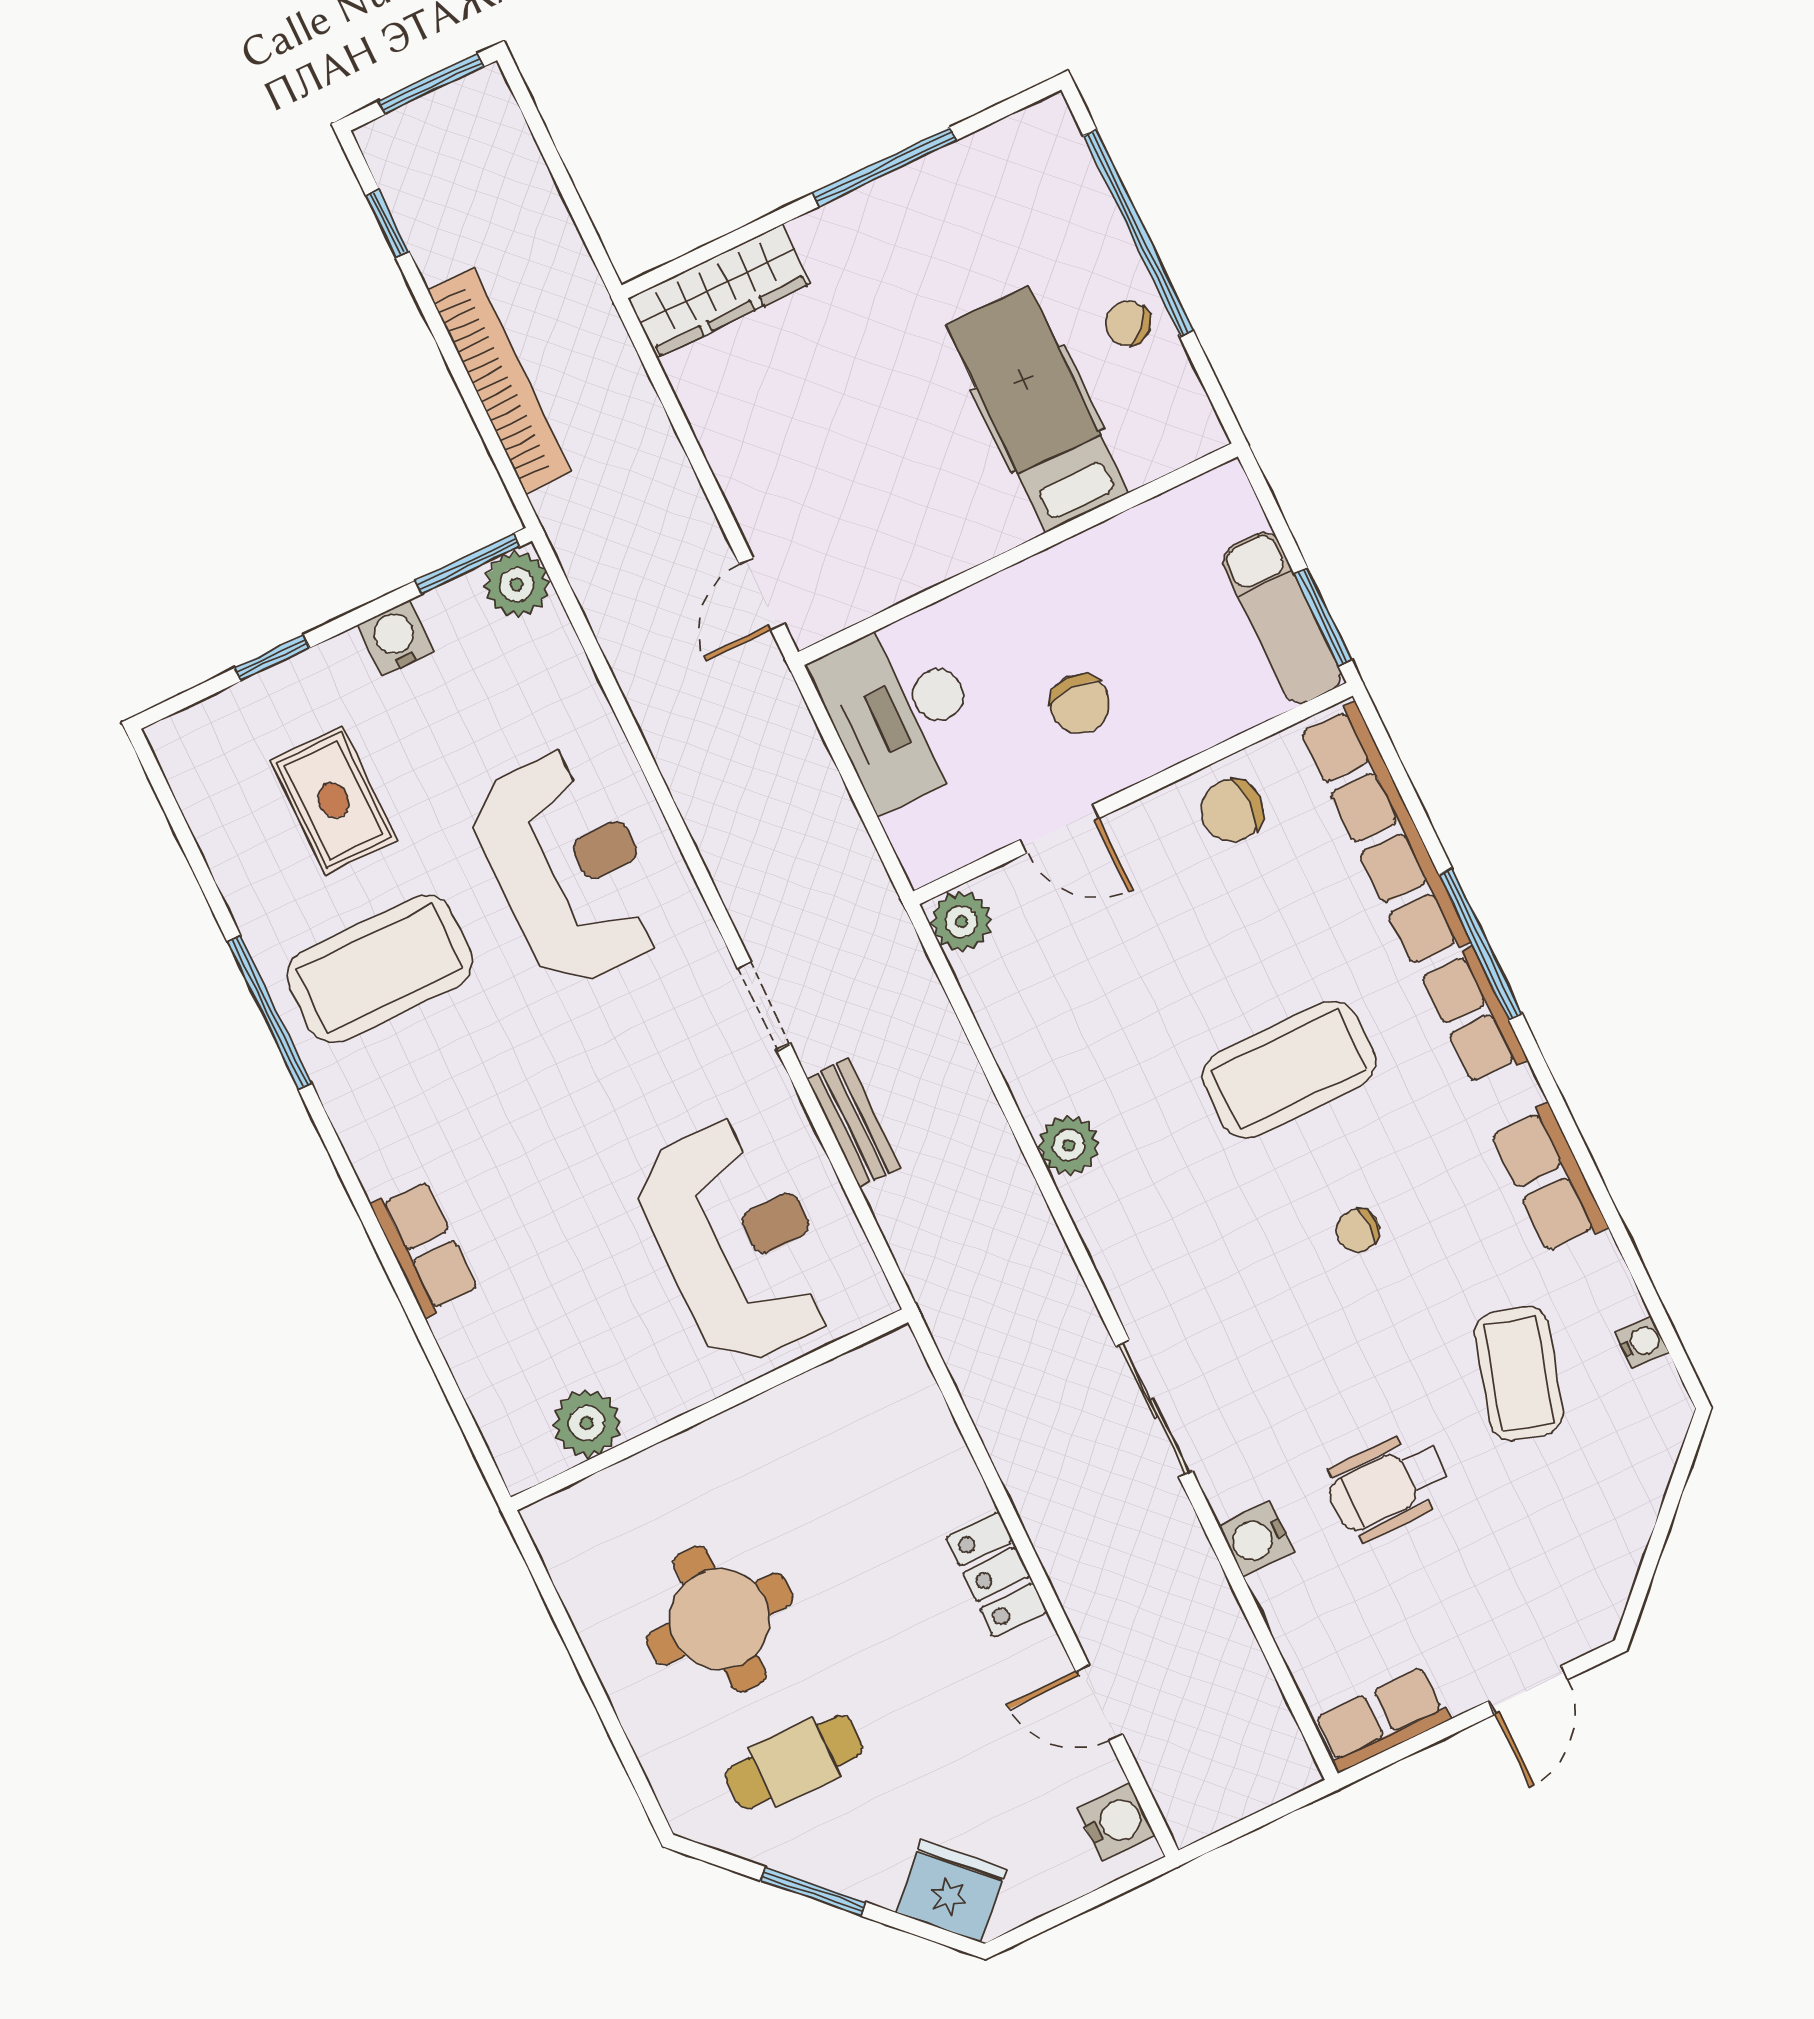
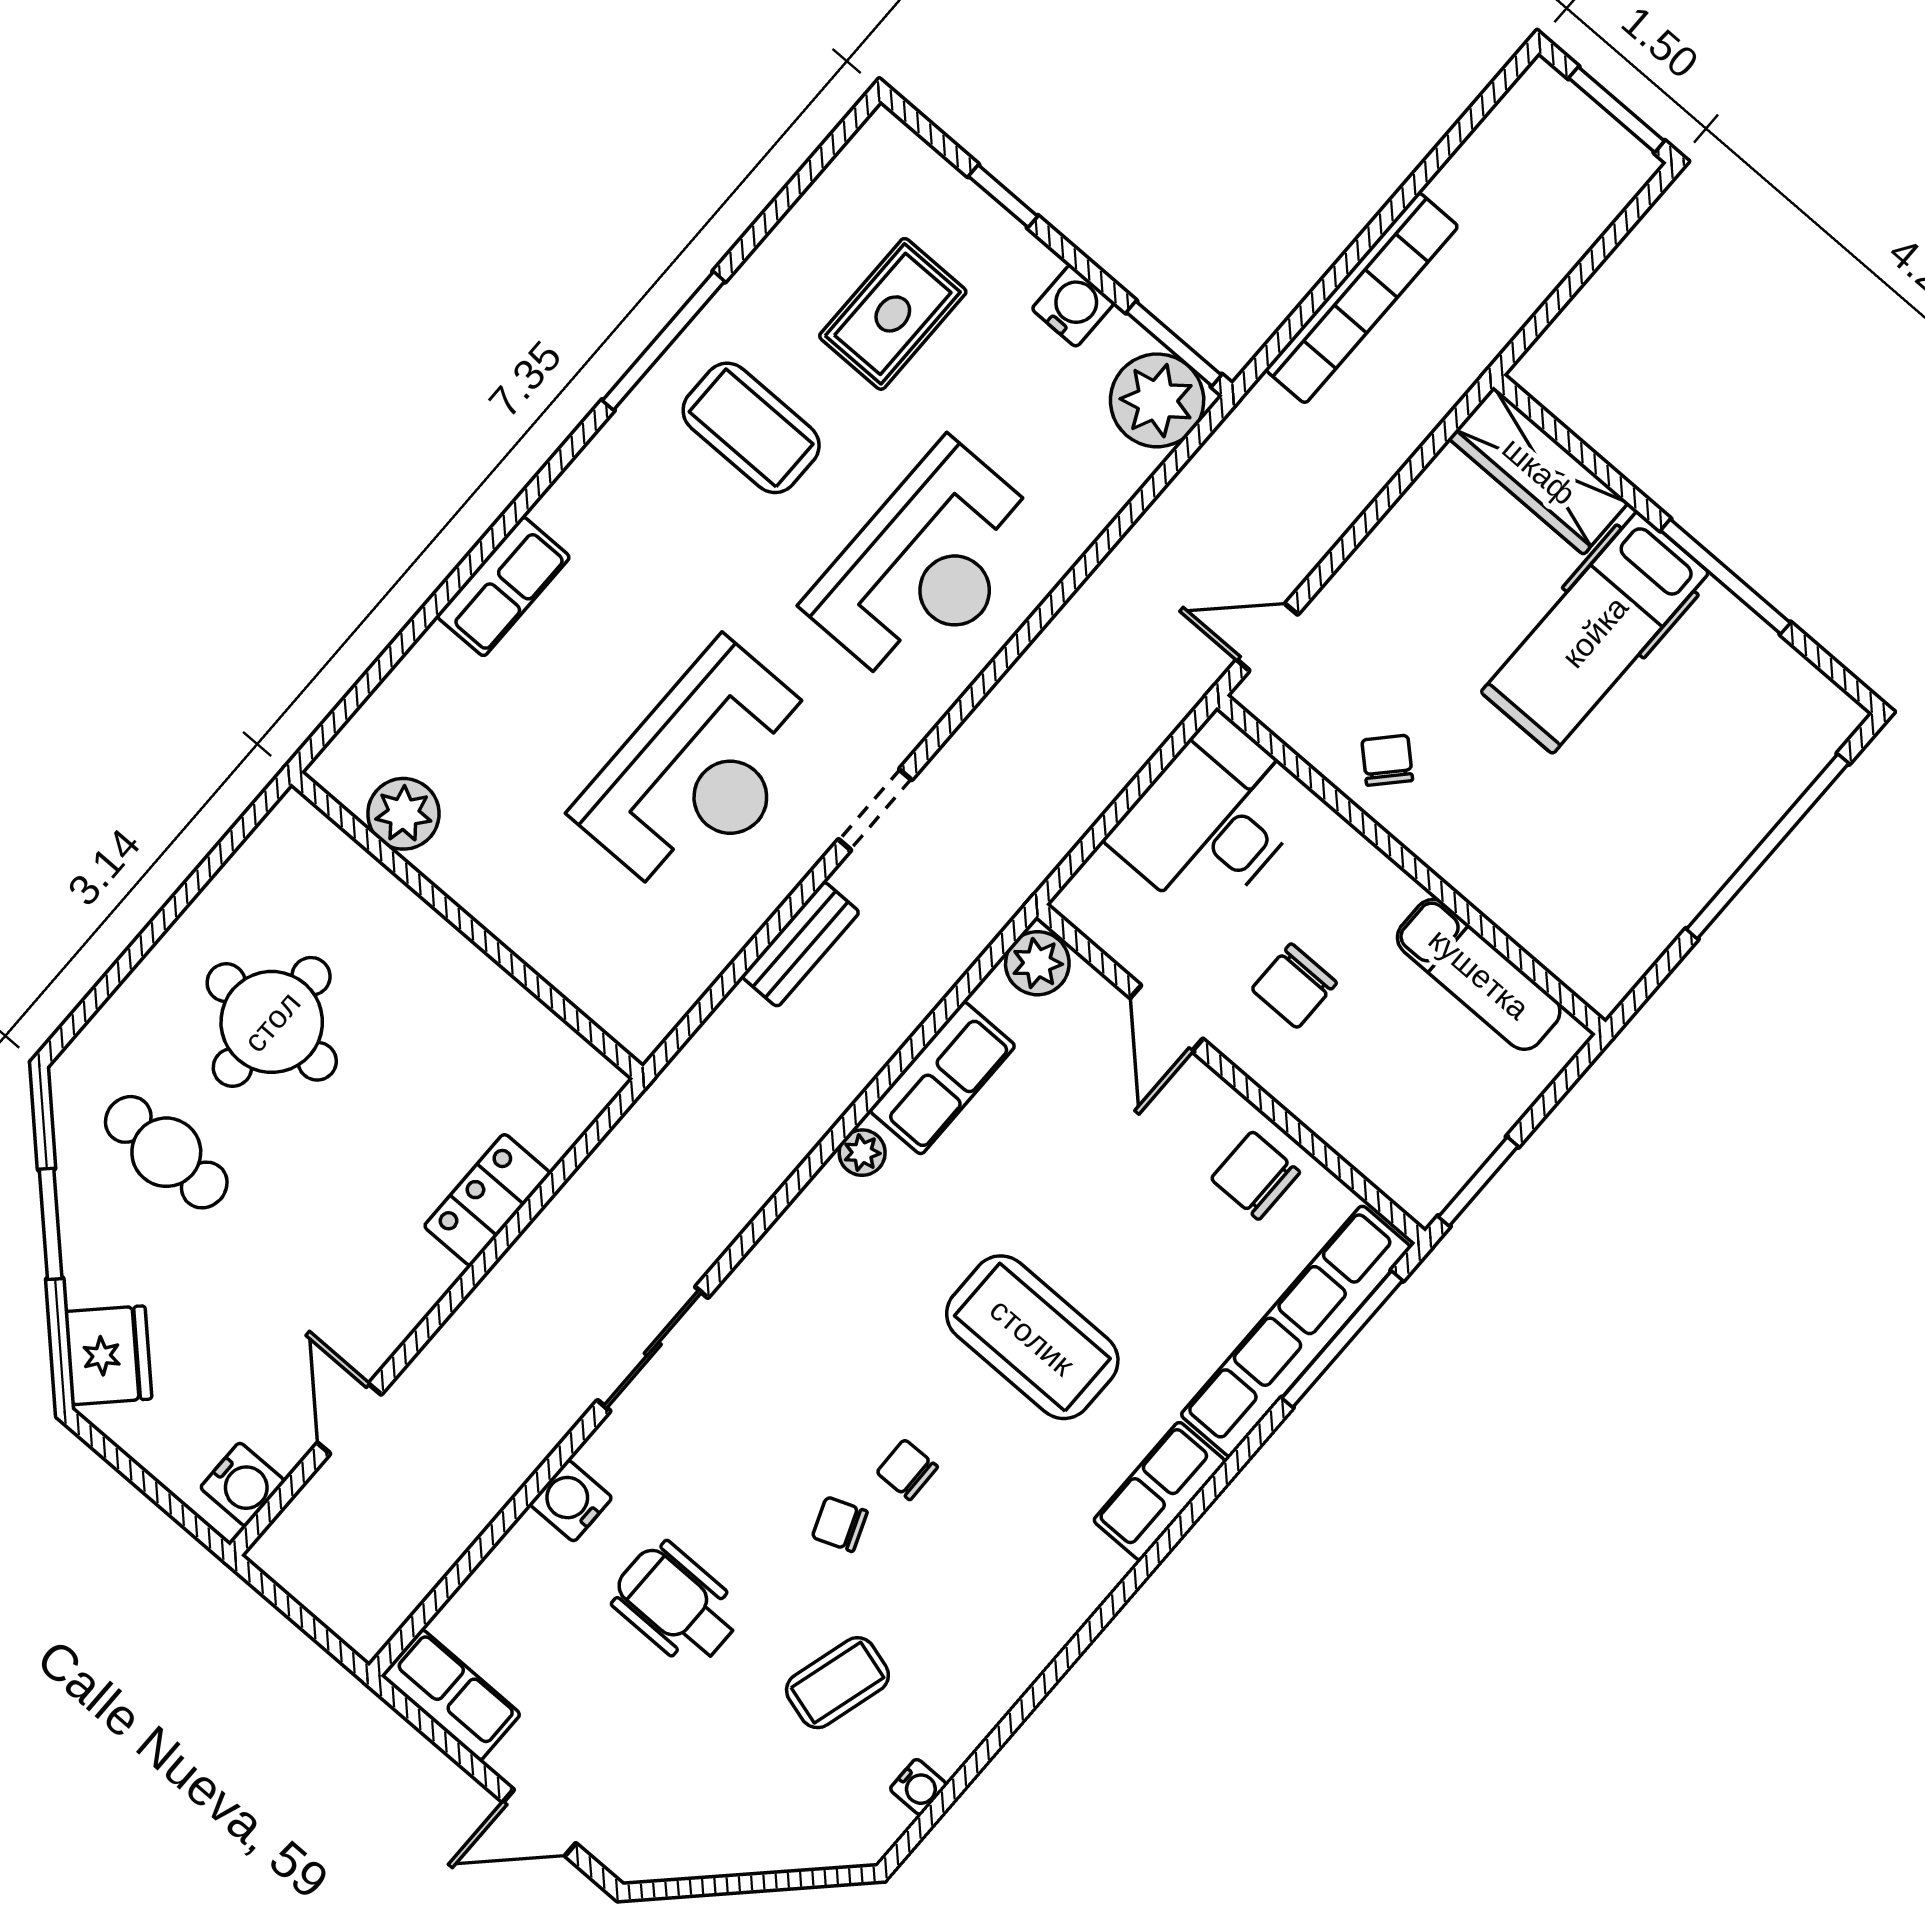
window: (387, 223) -> (1465, 126), removed
chair: (1128, 324) -> (1387, 760), moved
hospital bed: (1037, 409) -> (1595, 632), moved, turned 180
plant: (517, 584) -> (1157, 400), width x1.36, depth x1.36
exam couch: (1282, 618) -> (1479, 974), moved, turned -90
window: (1480, 944) -> (1342, 1339), moved
coffee table: (380, 969) -> (751, 428), width x0.73, depth x0.76
plant: (1069, 1145) -> (862, 1153), width x0.73, depth x0.73
row of seats: (1549, 1179) -> (942, 1078), moved, turned 180
reception desk: (738, 1241) -> (701, 772), moved
chair: (1380, 1311) -> (840, 1524), added
coffee table: (1519, 1374) -> (837, 1683), width x0.73, depth x0.77
locker: (996, 1575) -> (487, 1200), moved

